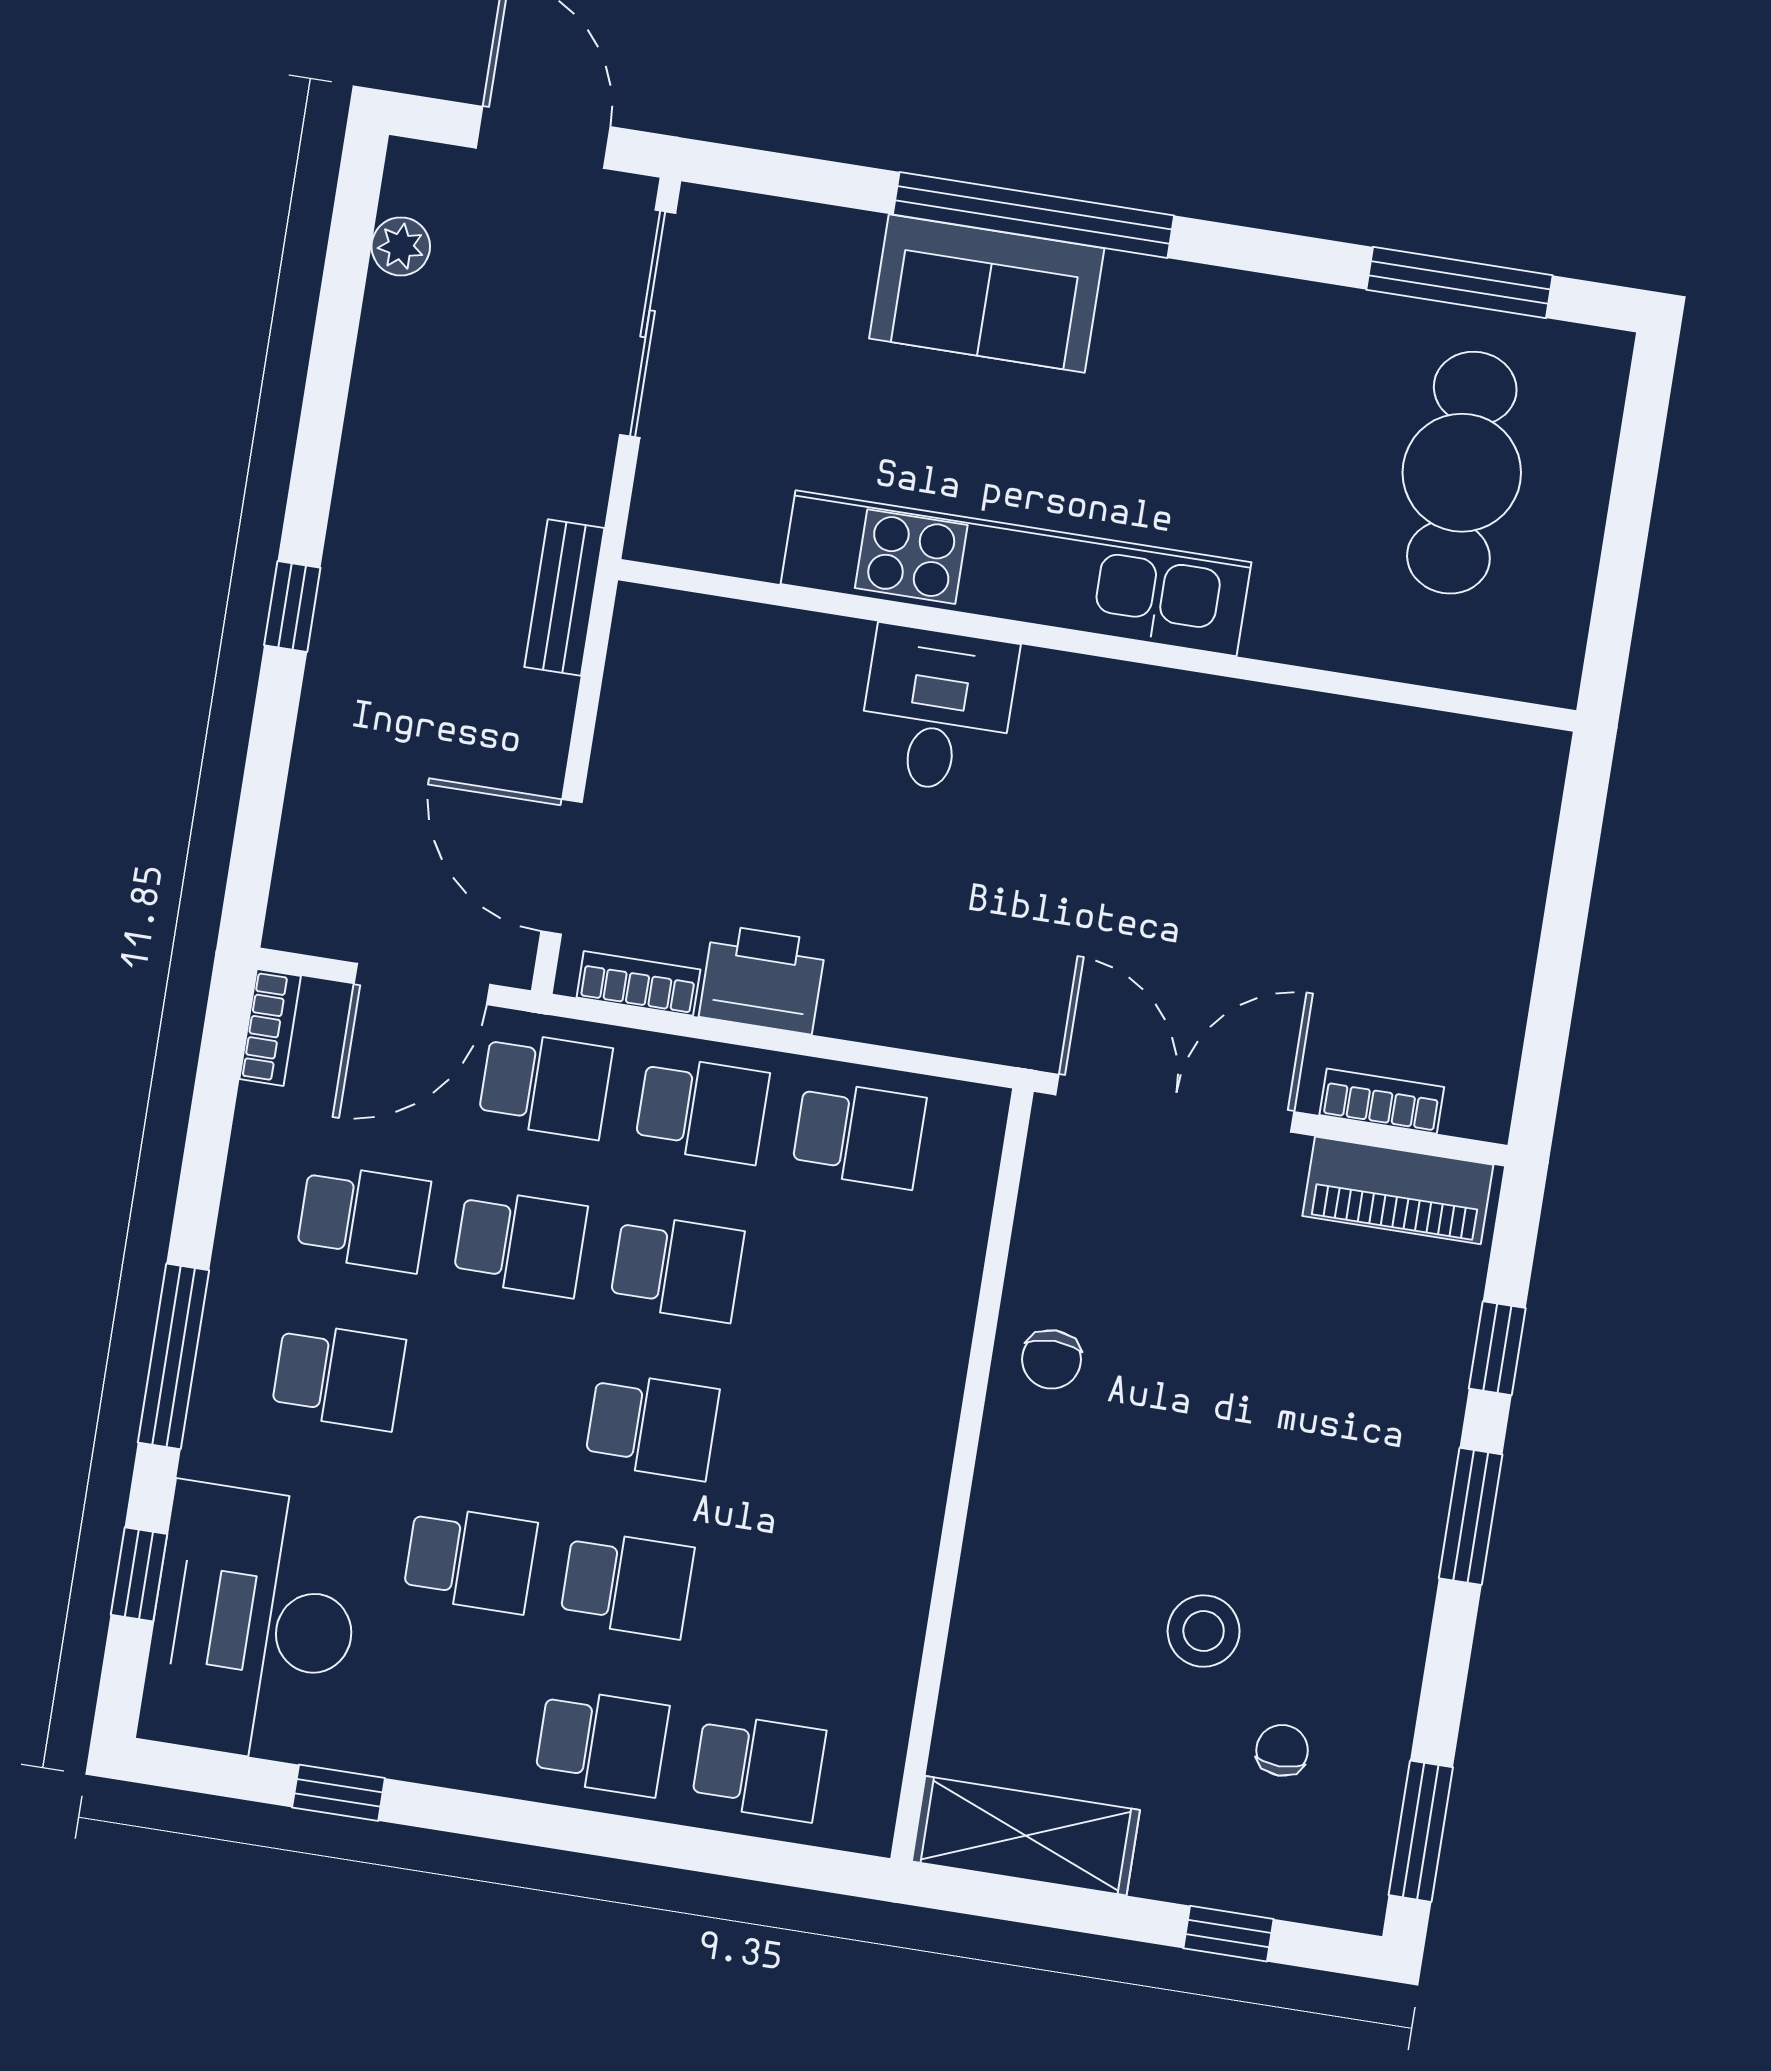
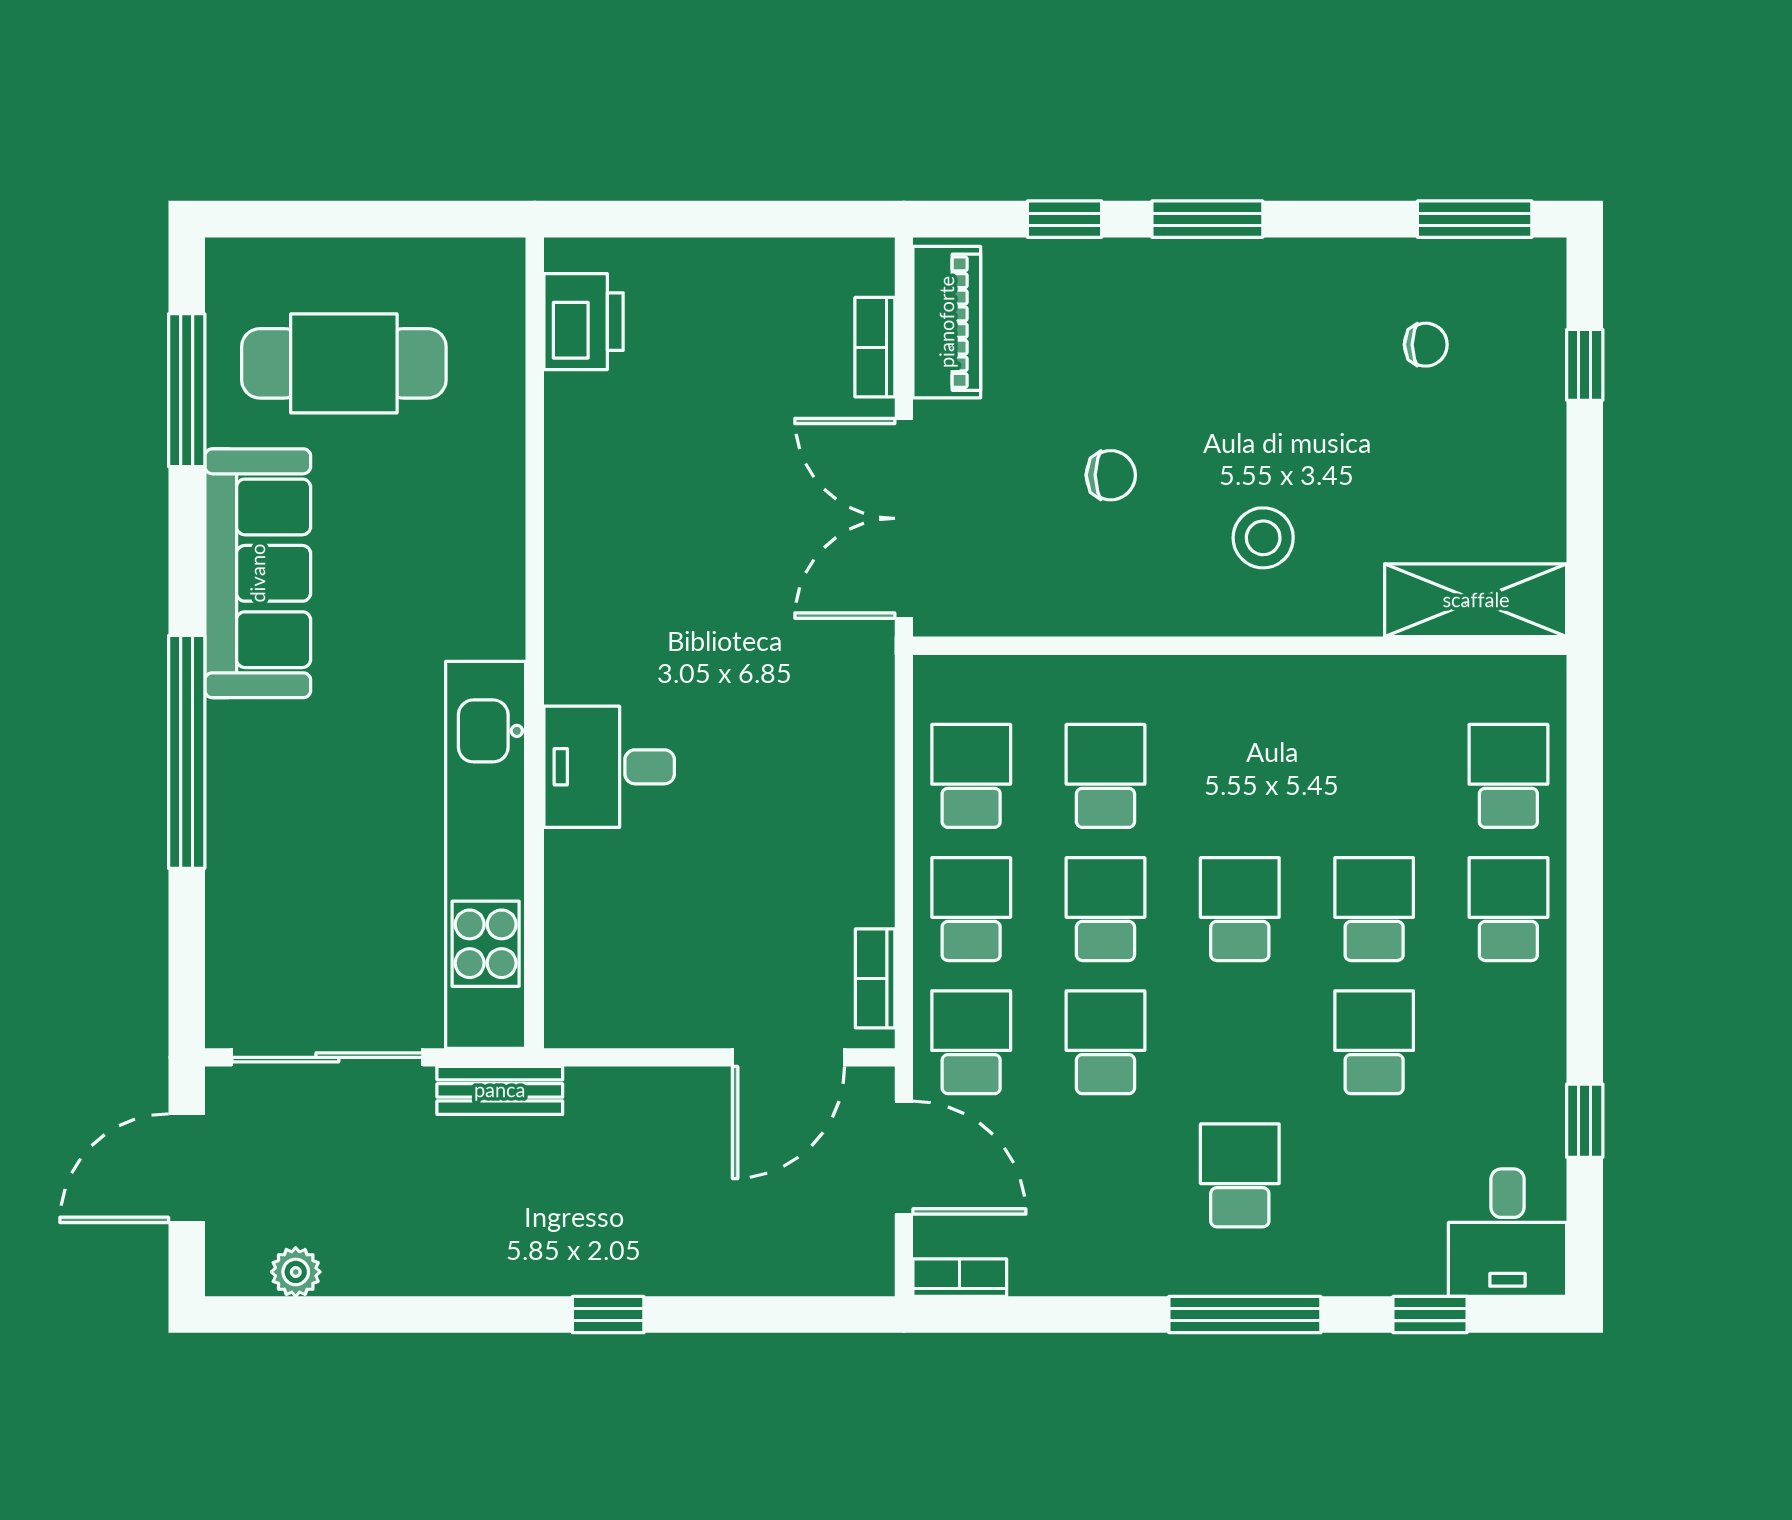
sofa: (987, 293) -> (258, 573), moved, width x1.36
kitchen unit: (1016, 573) -> (486, 855), moved
bench: (564, 597) -> (500, 1090), moved
printer: (763, 979) -> (583, 322), moved, turned 180
school desk: (363, 1218) -> (1105, 776), moved
chair: (1052, 1359) -> (1111, 475), moved
desk: (253, 1624) -> (1508, 1233), width x0.53, depth x0.77
stool: (1204, 1631) -> (1263, 538), moved
chair: (1282, 1750) -> (1426, 345), turned 180
shelving: (1026, 1836) -> (1476, 600), moved, turned 90

